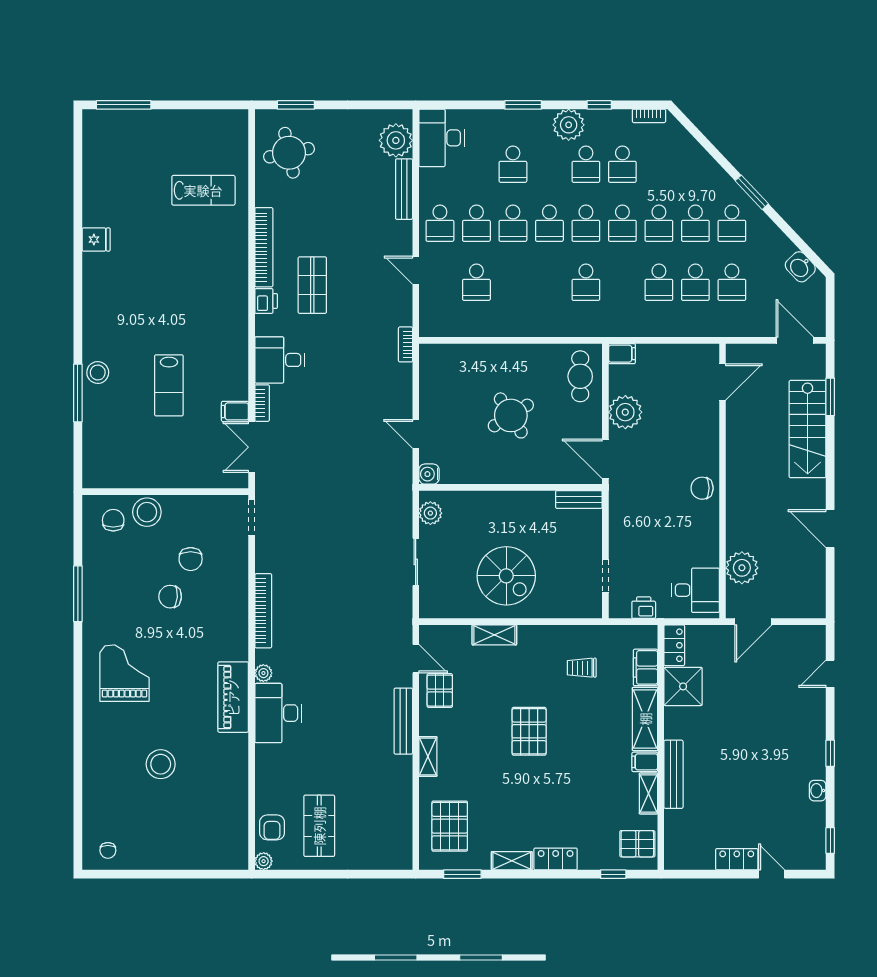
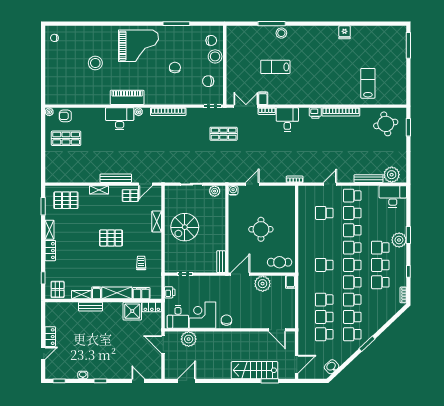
plant: (569, 125) -> (399, 240), moved
school desk: (513, 164) -> (380, 248), moved
lab bench: (203, 190) -> (368, 83), turned 180
shop shelf: (312, 285) -> (224, 134), moved
round table: (511, 415) -> (261, 229), turned 32
door: (830, 529) -> (187, 381), moved
corner desk: (692, 539) -> (203, 315), added
chair: (191, 559) -> (208, 81), moved
grand piano: (125, 673) -> (139, 46), width x1.37, depth x1.48
bench: (673, 774) -> (91, 307), width x0.73

